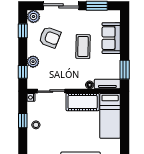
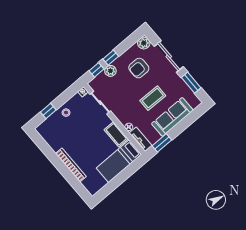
window: (23, 31) -> (111, 58), moved
armchair: (50, 37) -> (139, 68), turned 69
sofa: (111, 38) -> (172, 117), width x1.36
cot: (83, 102) -> (116, 134), width x0.73, depth x0.75
window: (23, 121) -> (48, 111), moved

